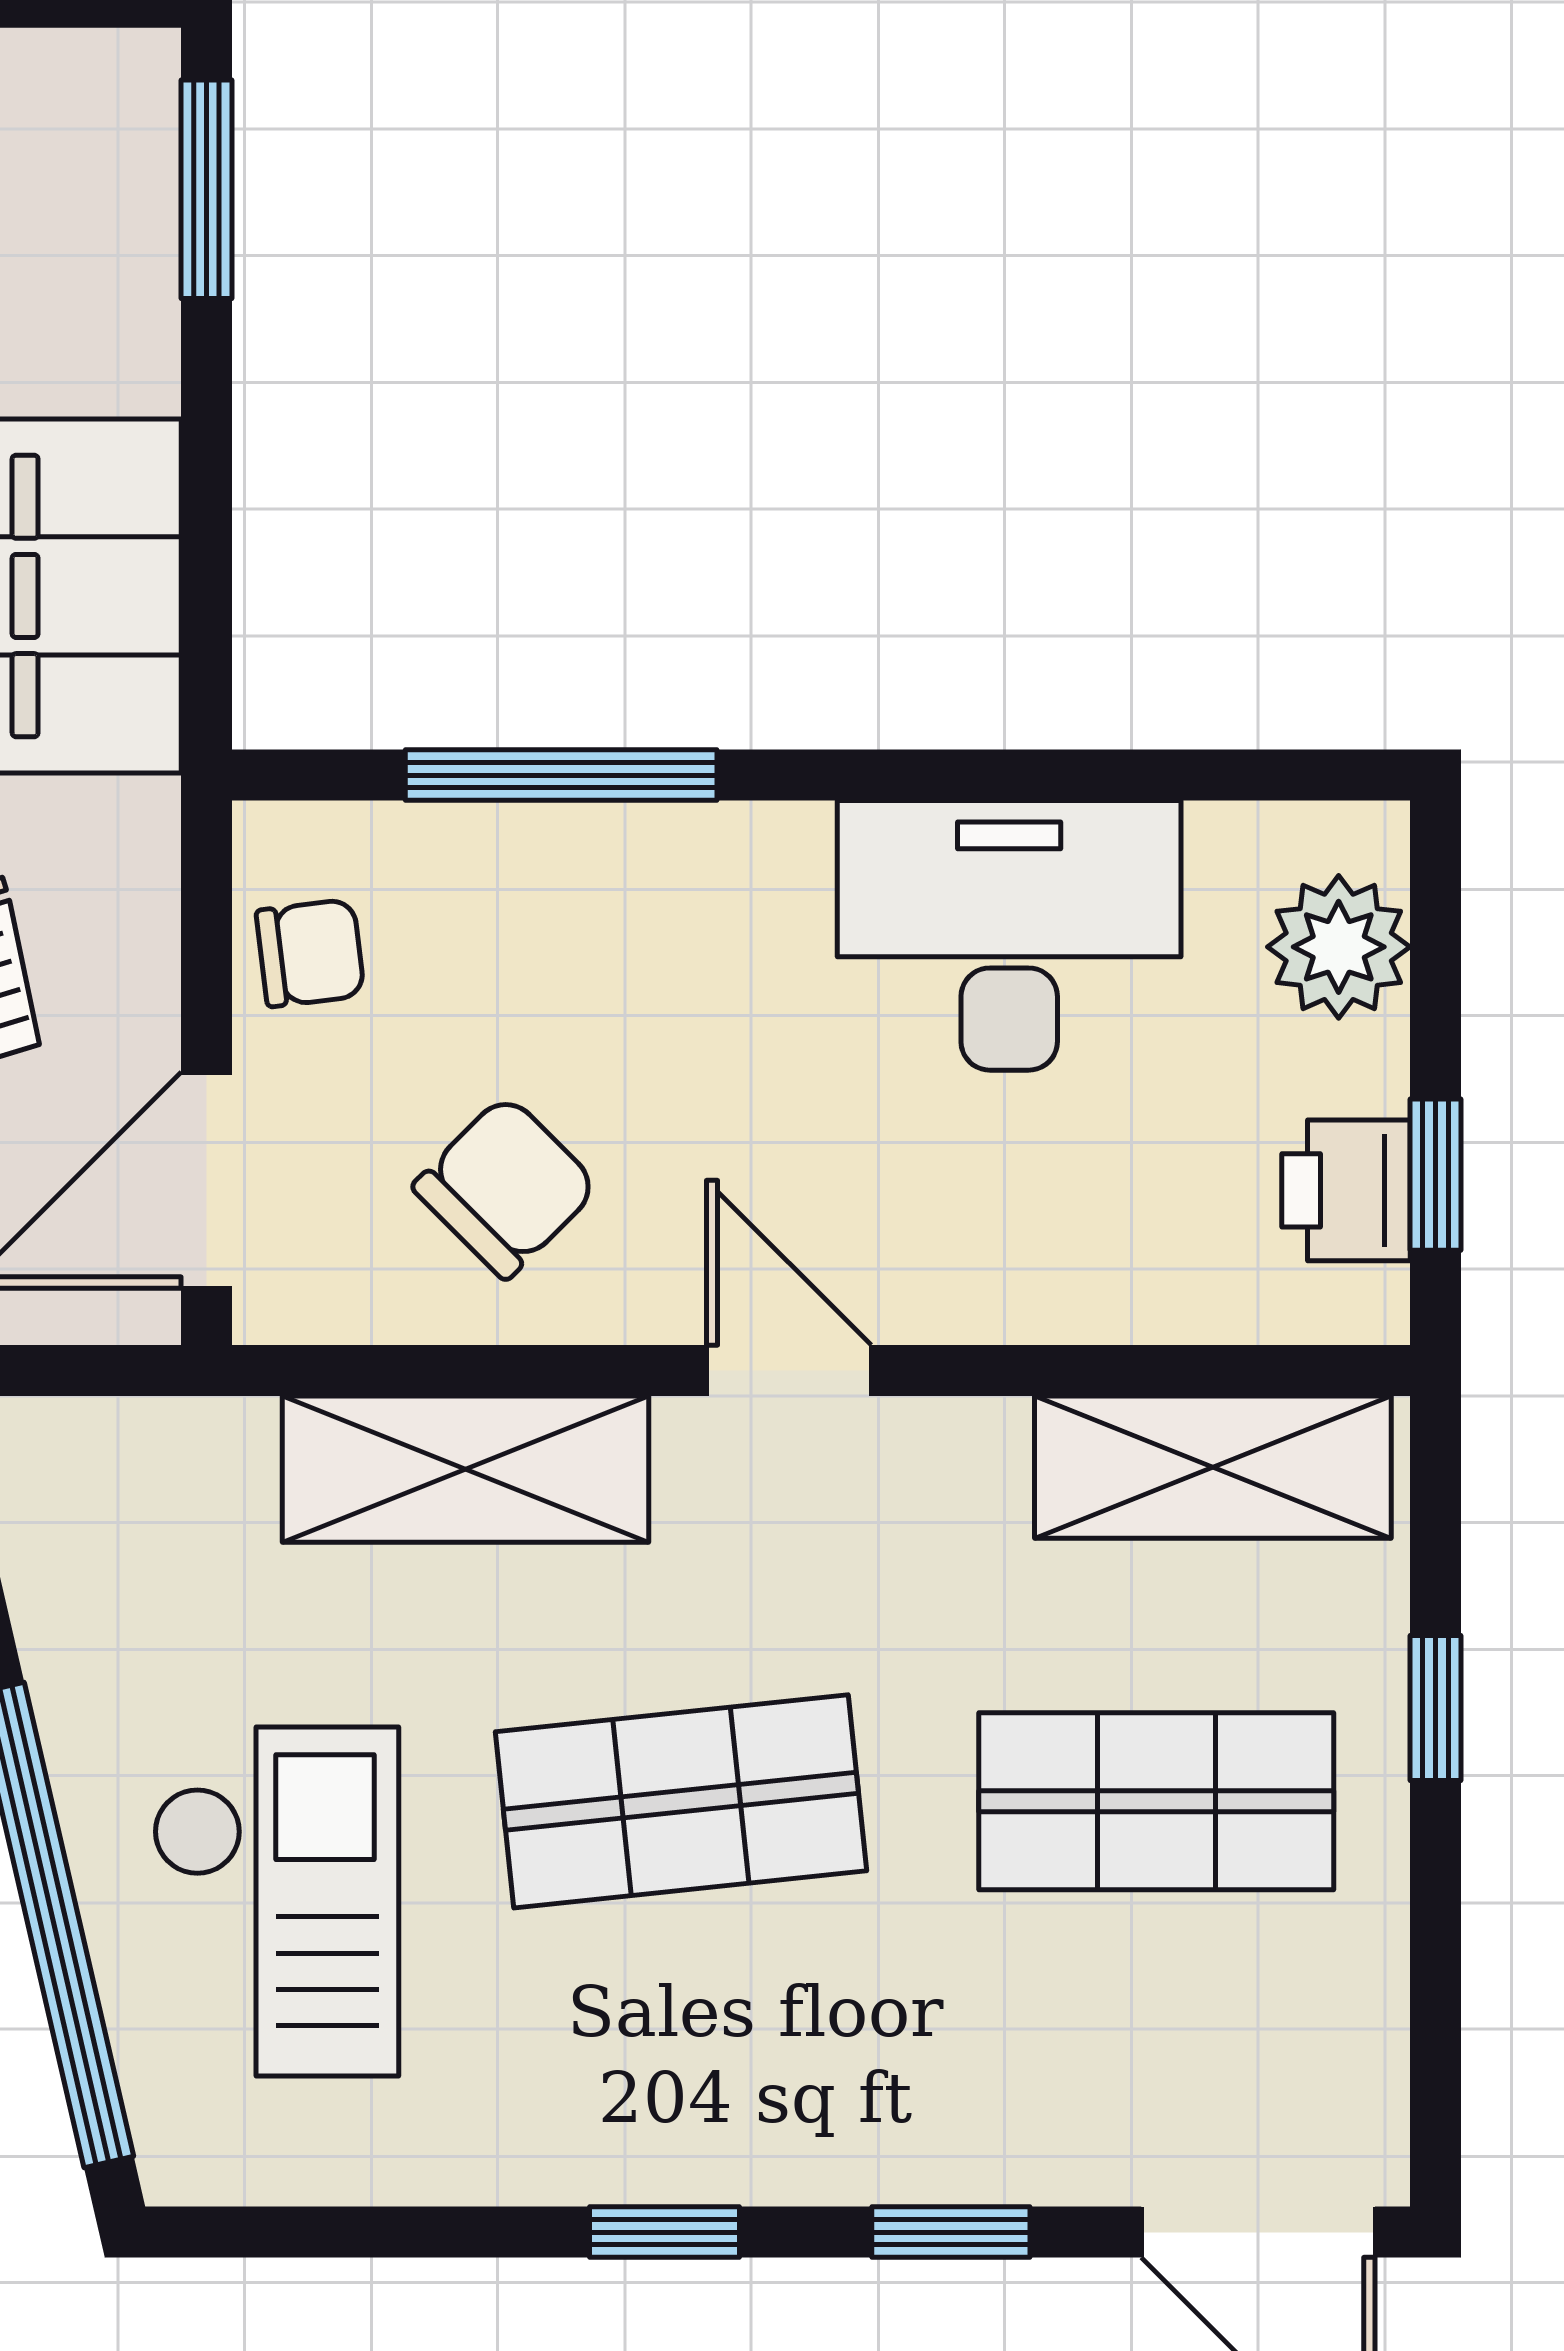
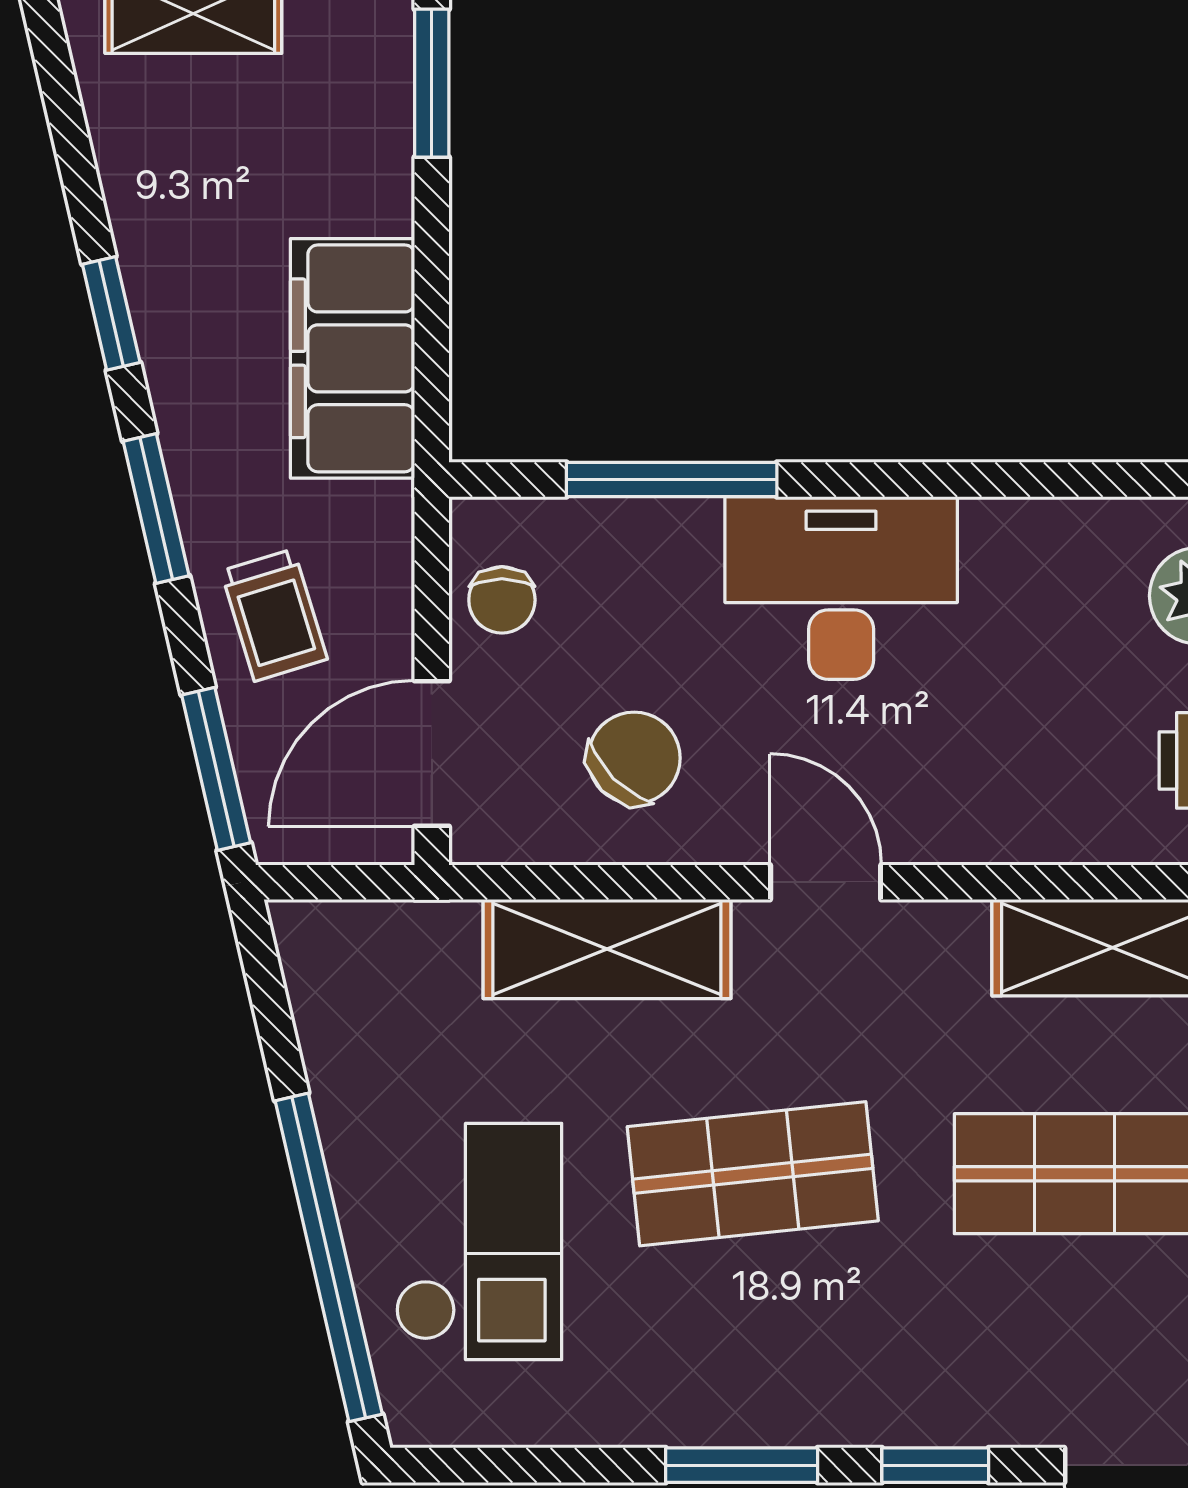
desk: (1009, 935) -> (841, 588), moved
chair: (310, 953) -> (502, 600), turned 97
window: (664, 2232) -> (742, 1465), width x1.50

